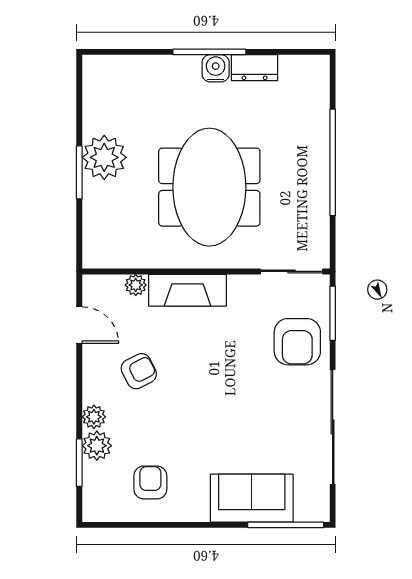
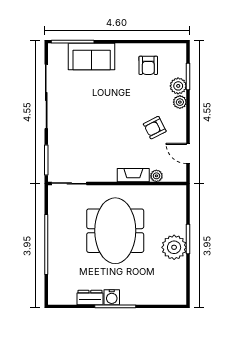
fireplace: (187, 290) -> (133, 175), width x0.73, depth x0.76
armchair: (297, 342) -> (66, 144), removed

